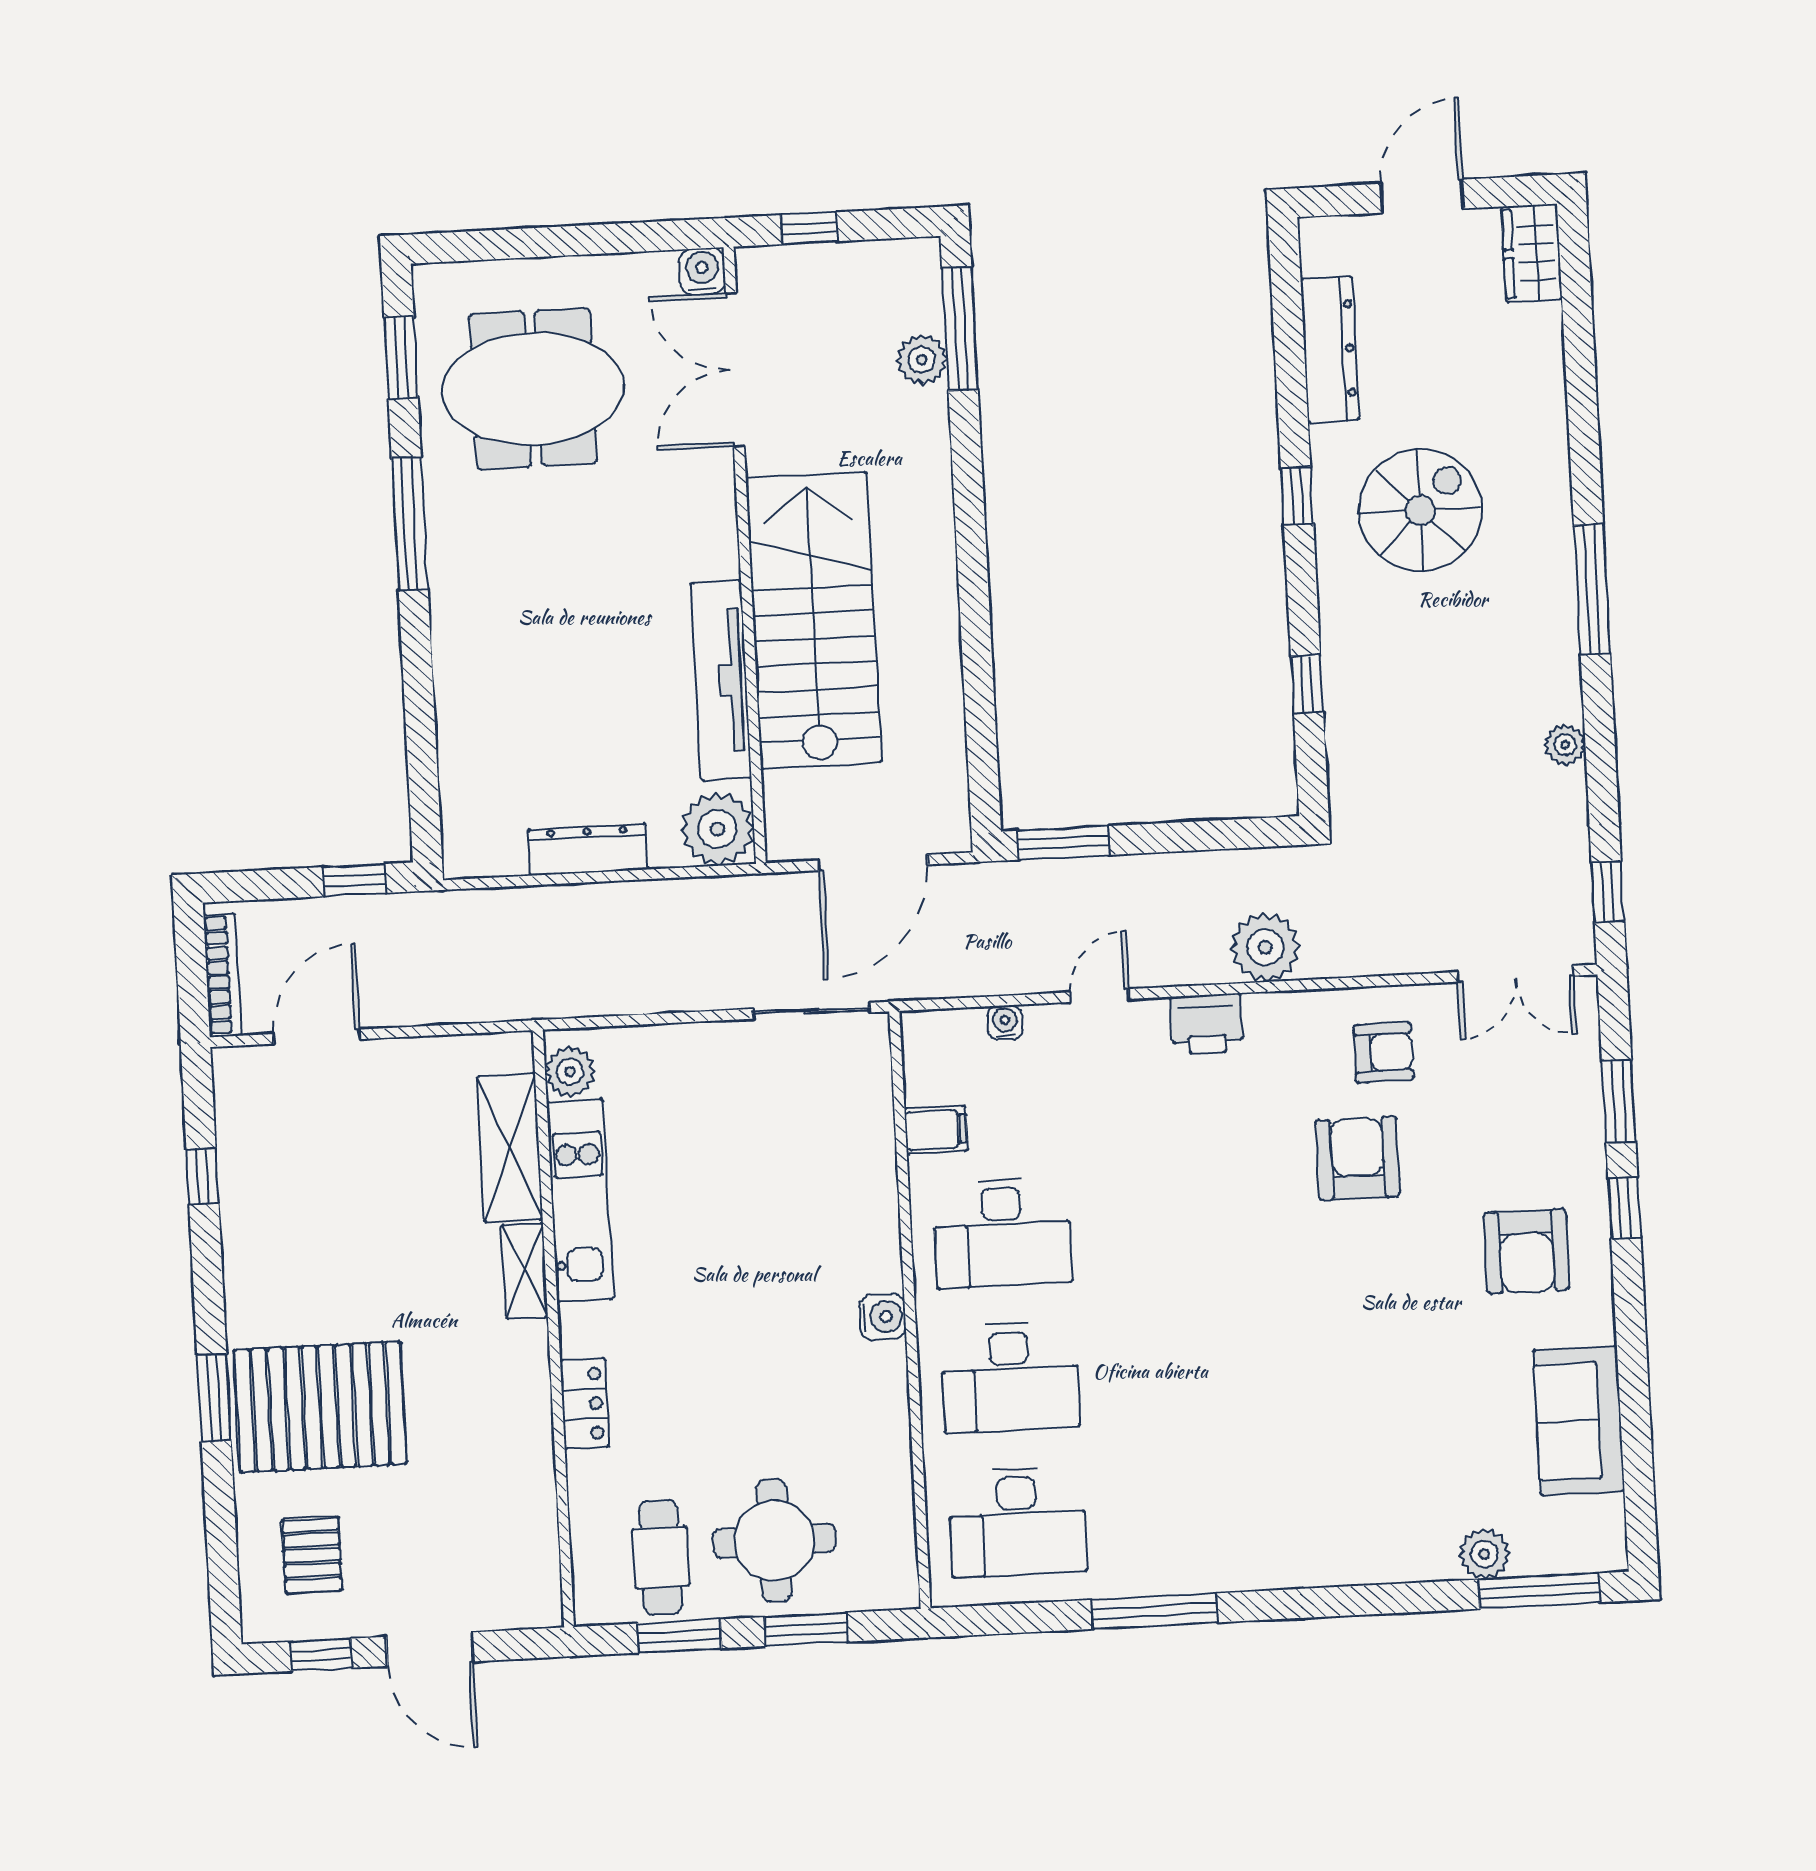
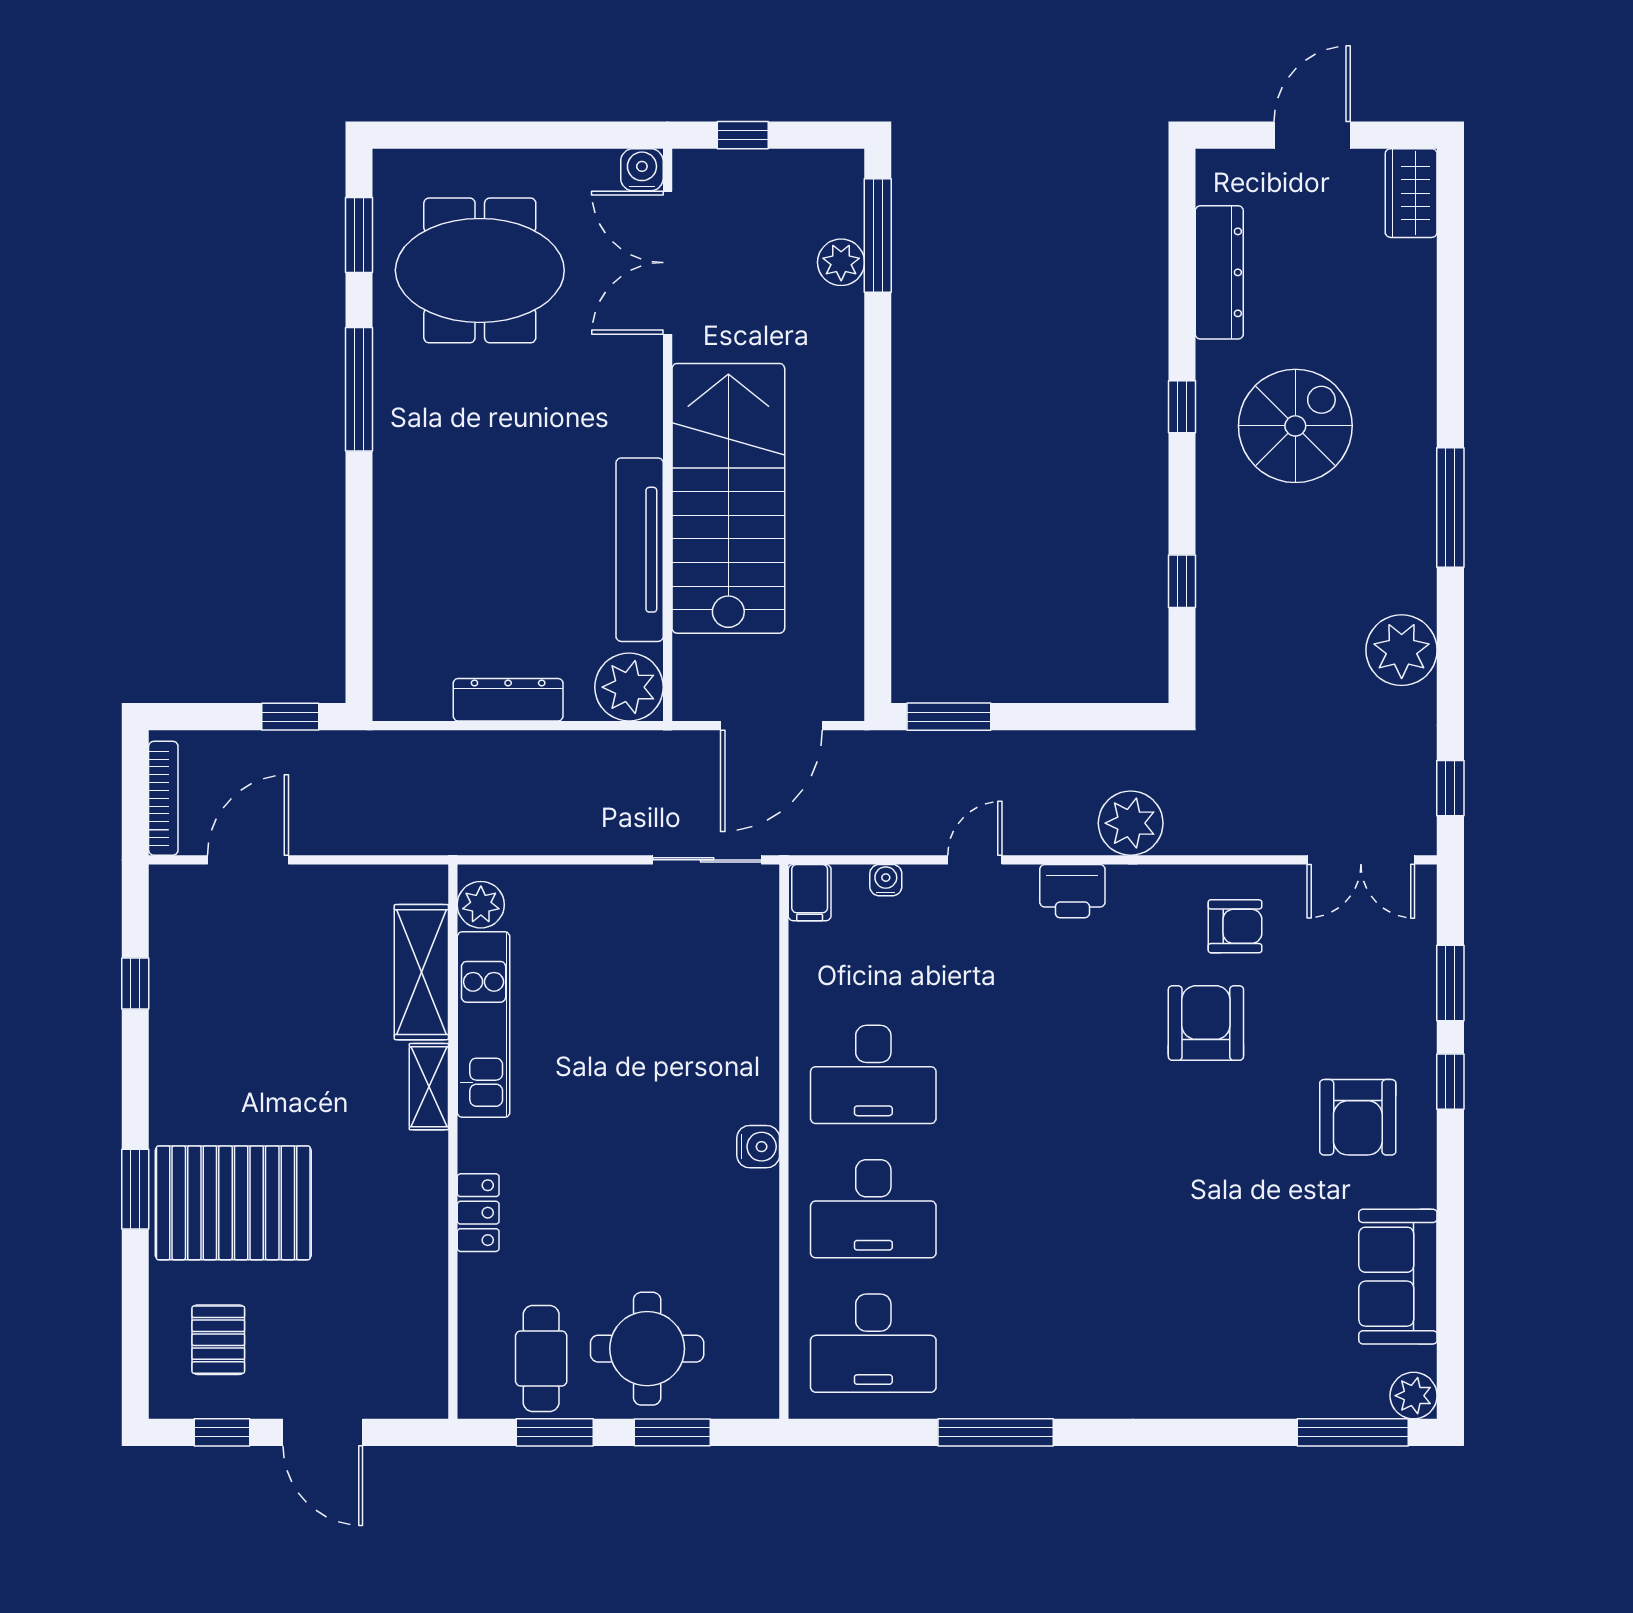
plant: (1565, 745) -> (1402, 650), width x1.88, depth x1.88
filing cabinet: (936, 1130) -> (810, 893), moved, turned 90
plant: (1484, 1554) -> (1414, 1396), moved

